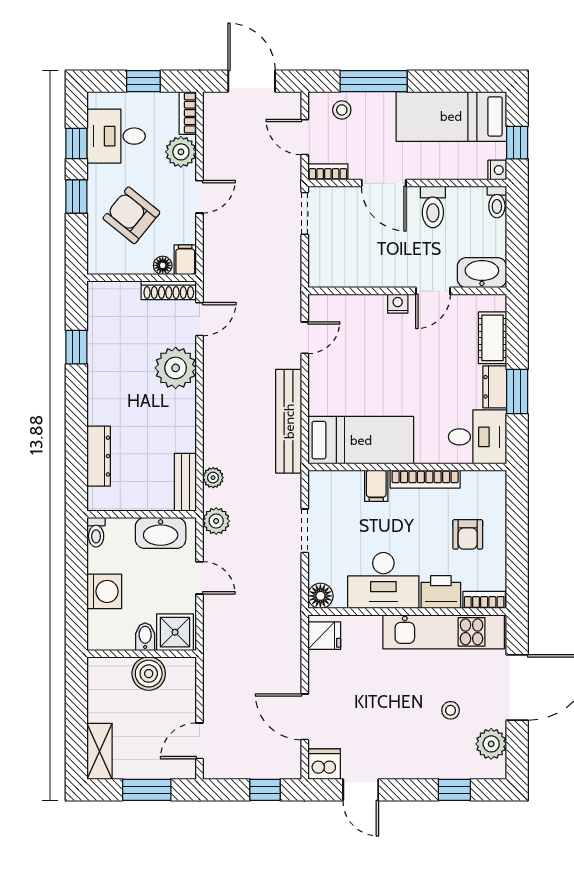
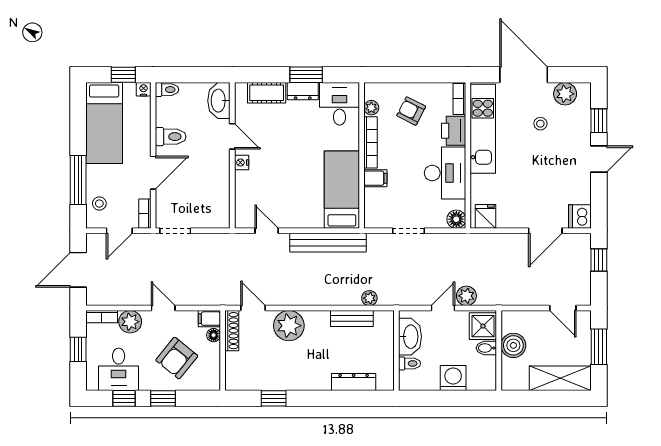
plant: (472, 480) -> (371, 108), added
bench: (185, 482) -> (352, 318), moved
plant: (216, 521) -> (466, 296), moved
toilet: (96, 532) -> (410, 363), moved
armchair: (468, 534) -> (411, 111), turned -153
shelving: (100, 751) -> (560, 378), width x1.50, depth x1.33
door: (361, 790) -> (599, 159), moved

